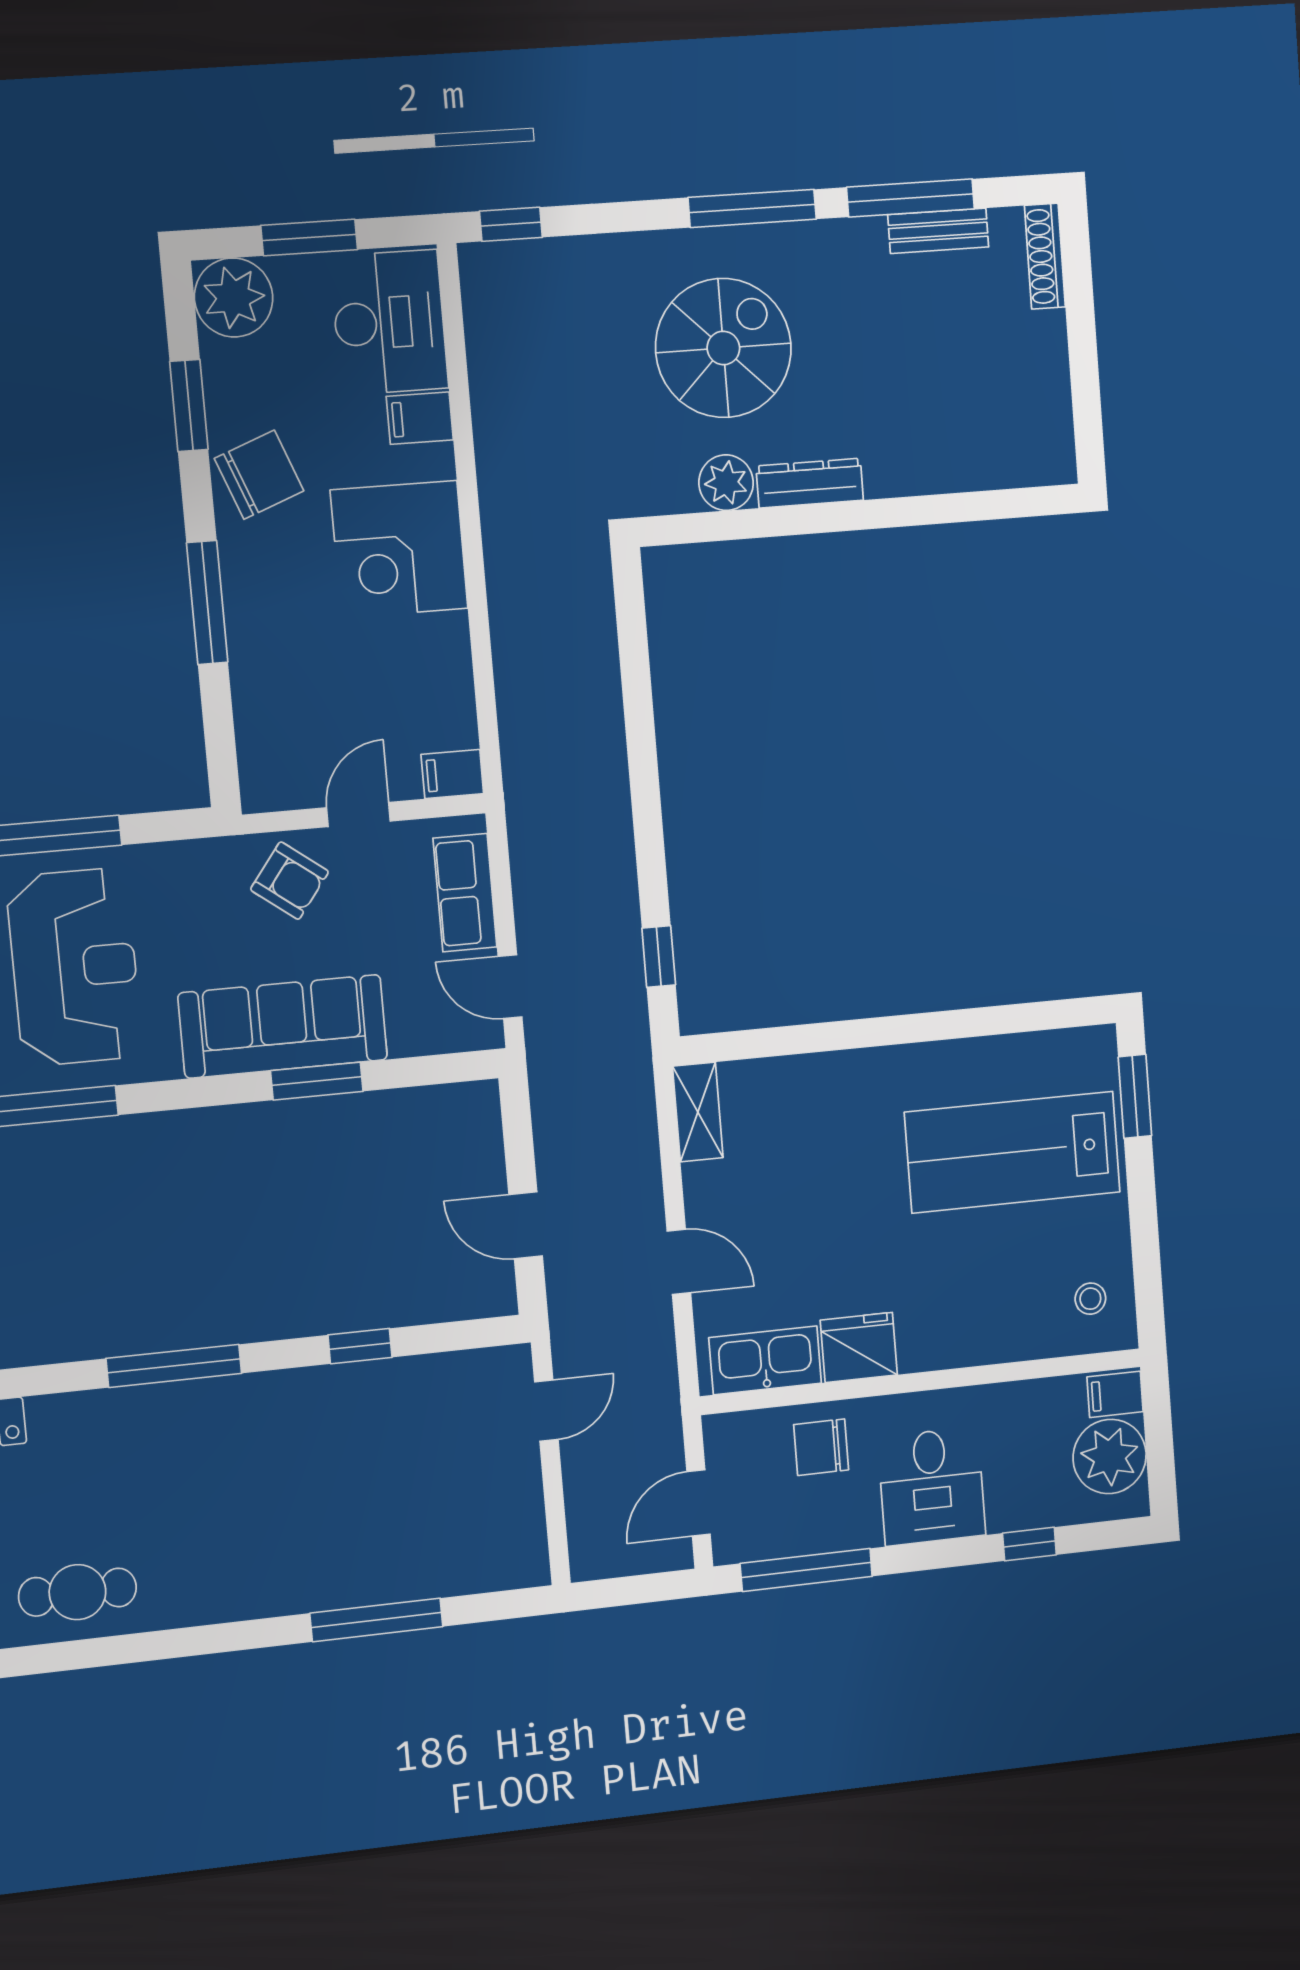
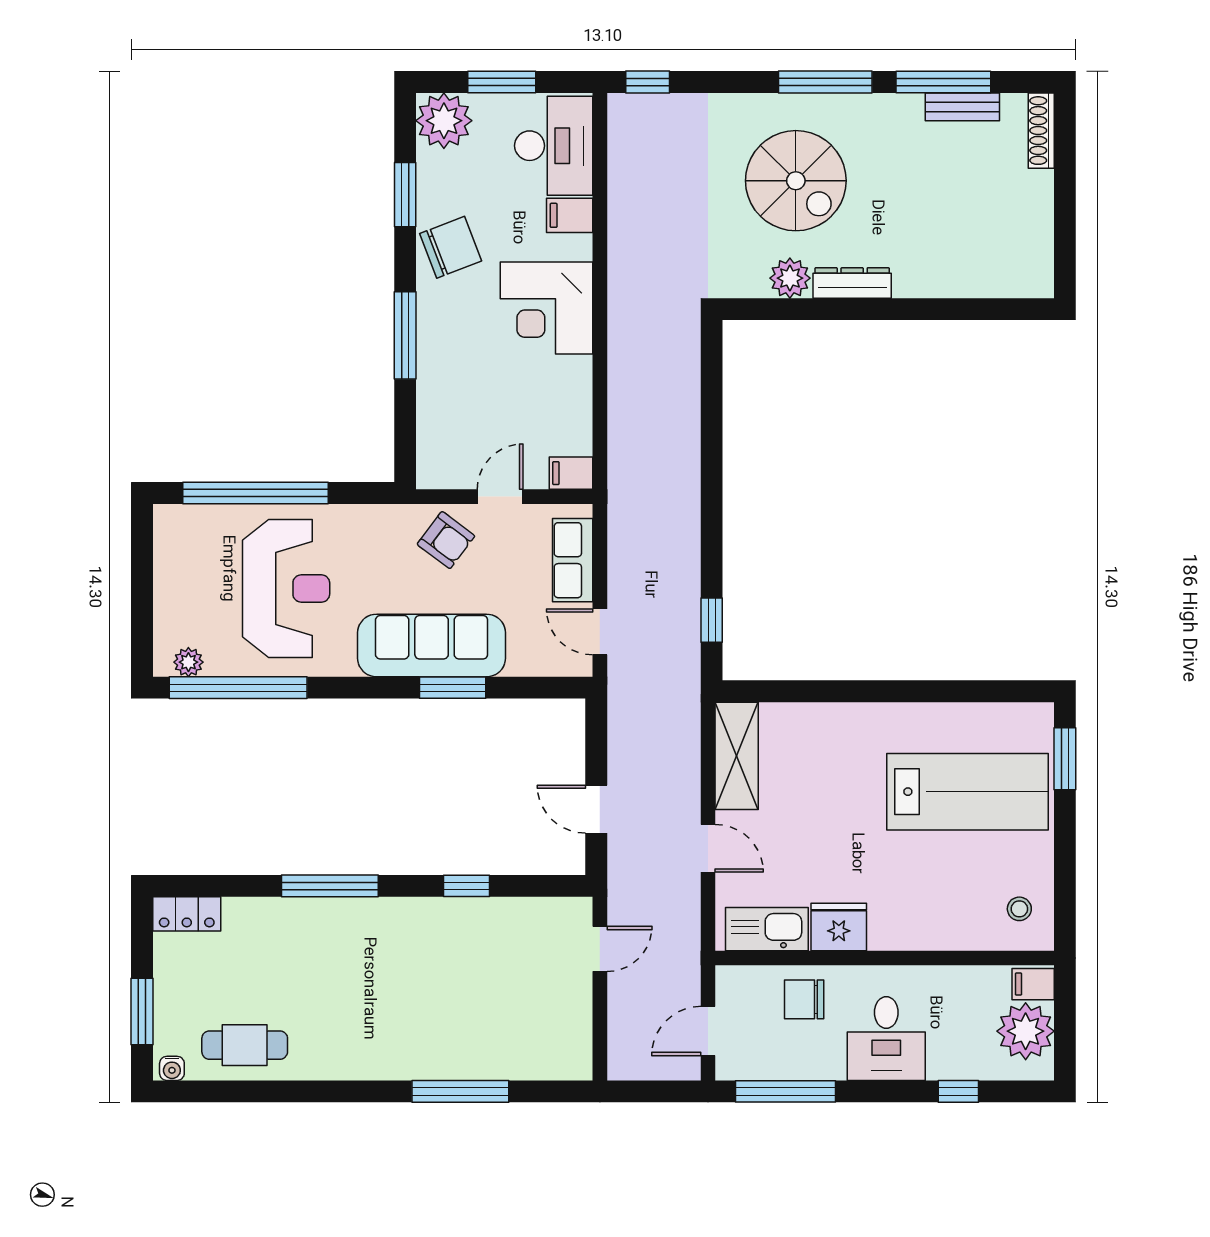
spiral stairs: (723, 348) -> (796, 181), turned 90
shelving: (698, 1112) -> (737, 756), width x1.50, depth x1.33
lab bench: (1013, 1152) -> (967, 792), turned 180

